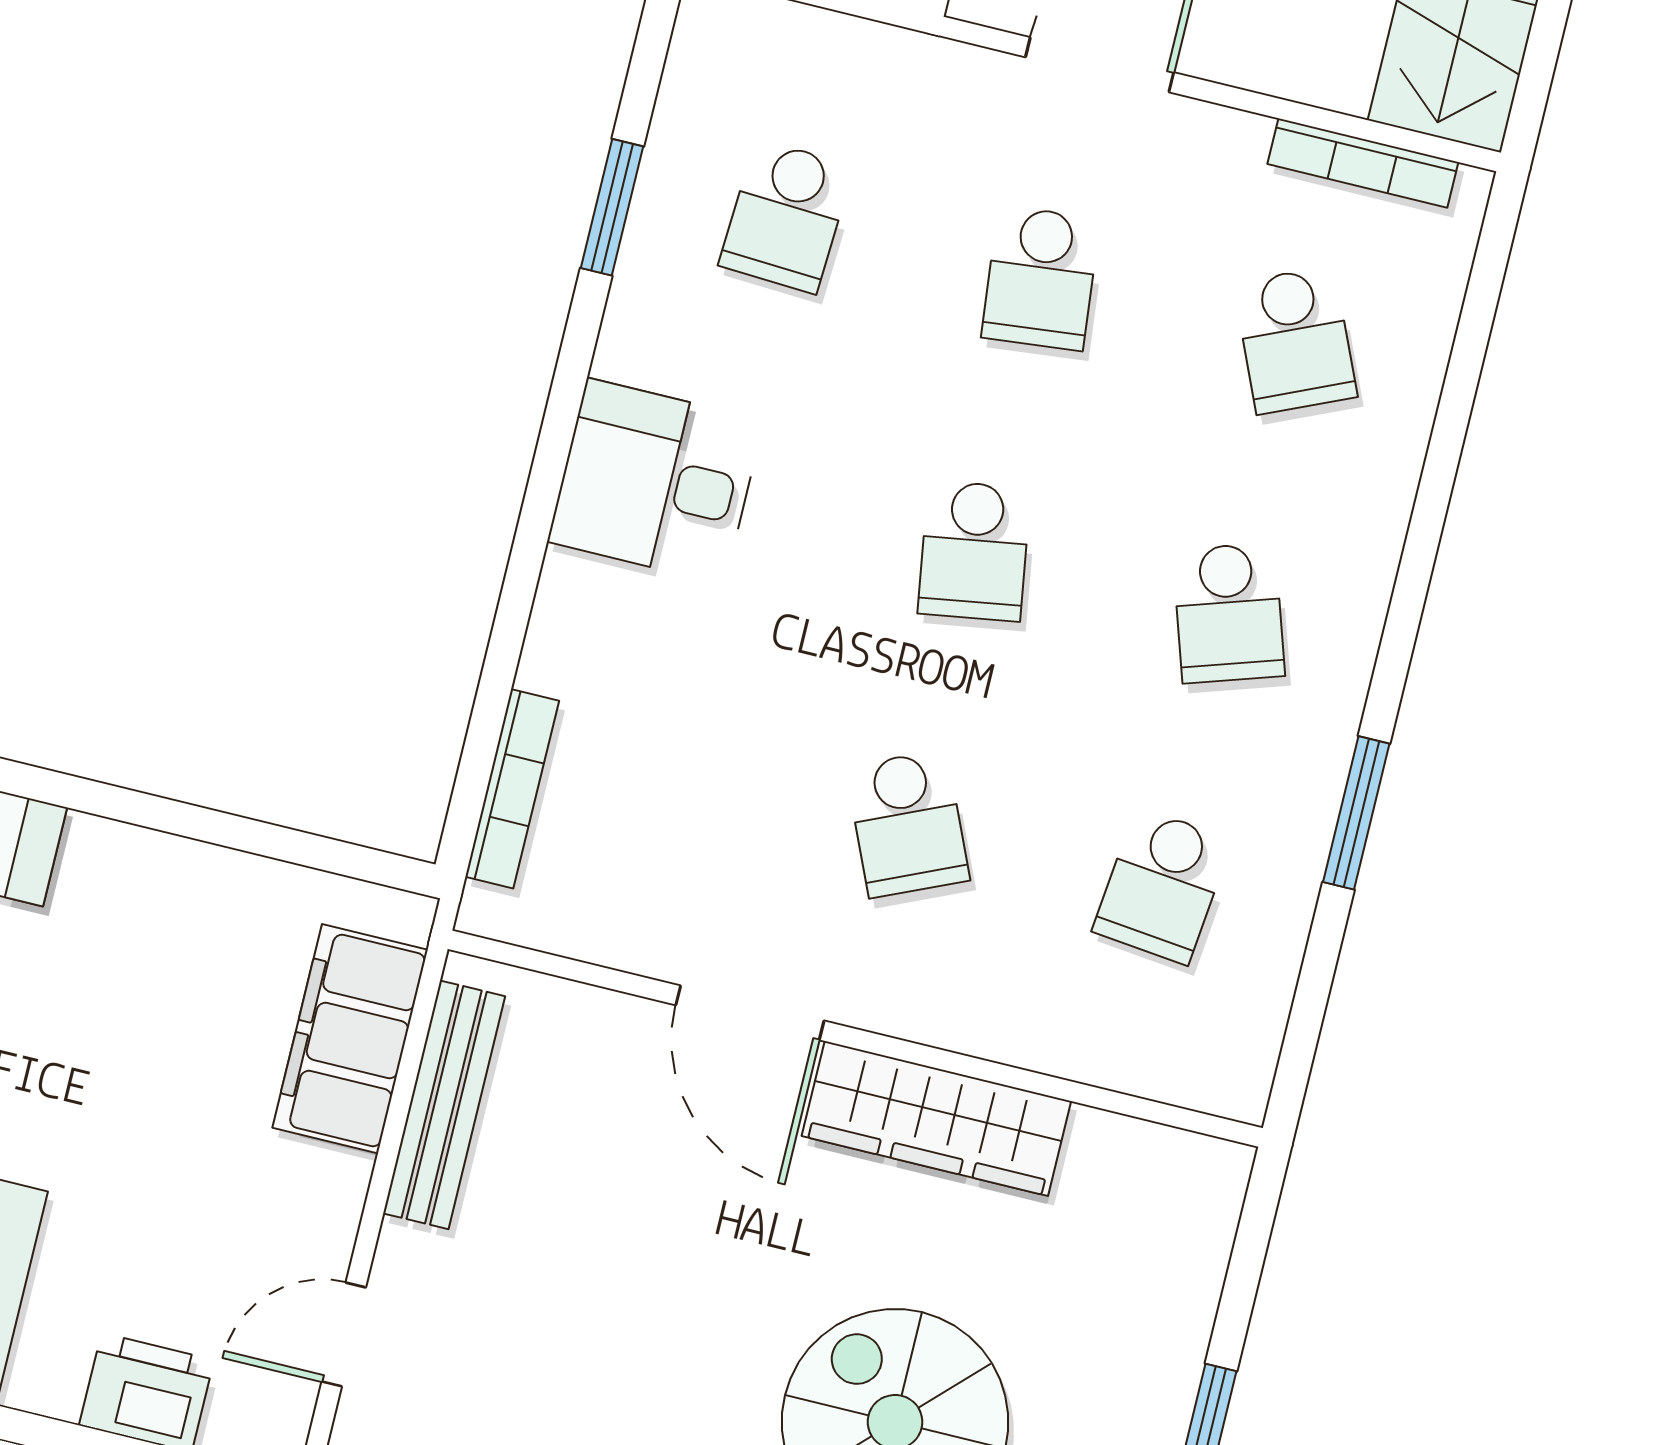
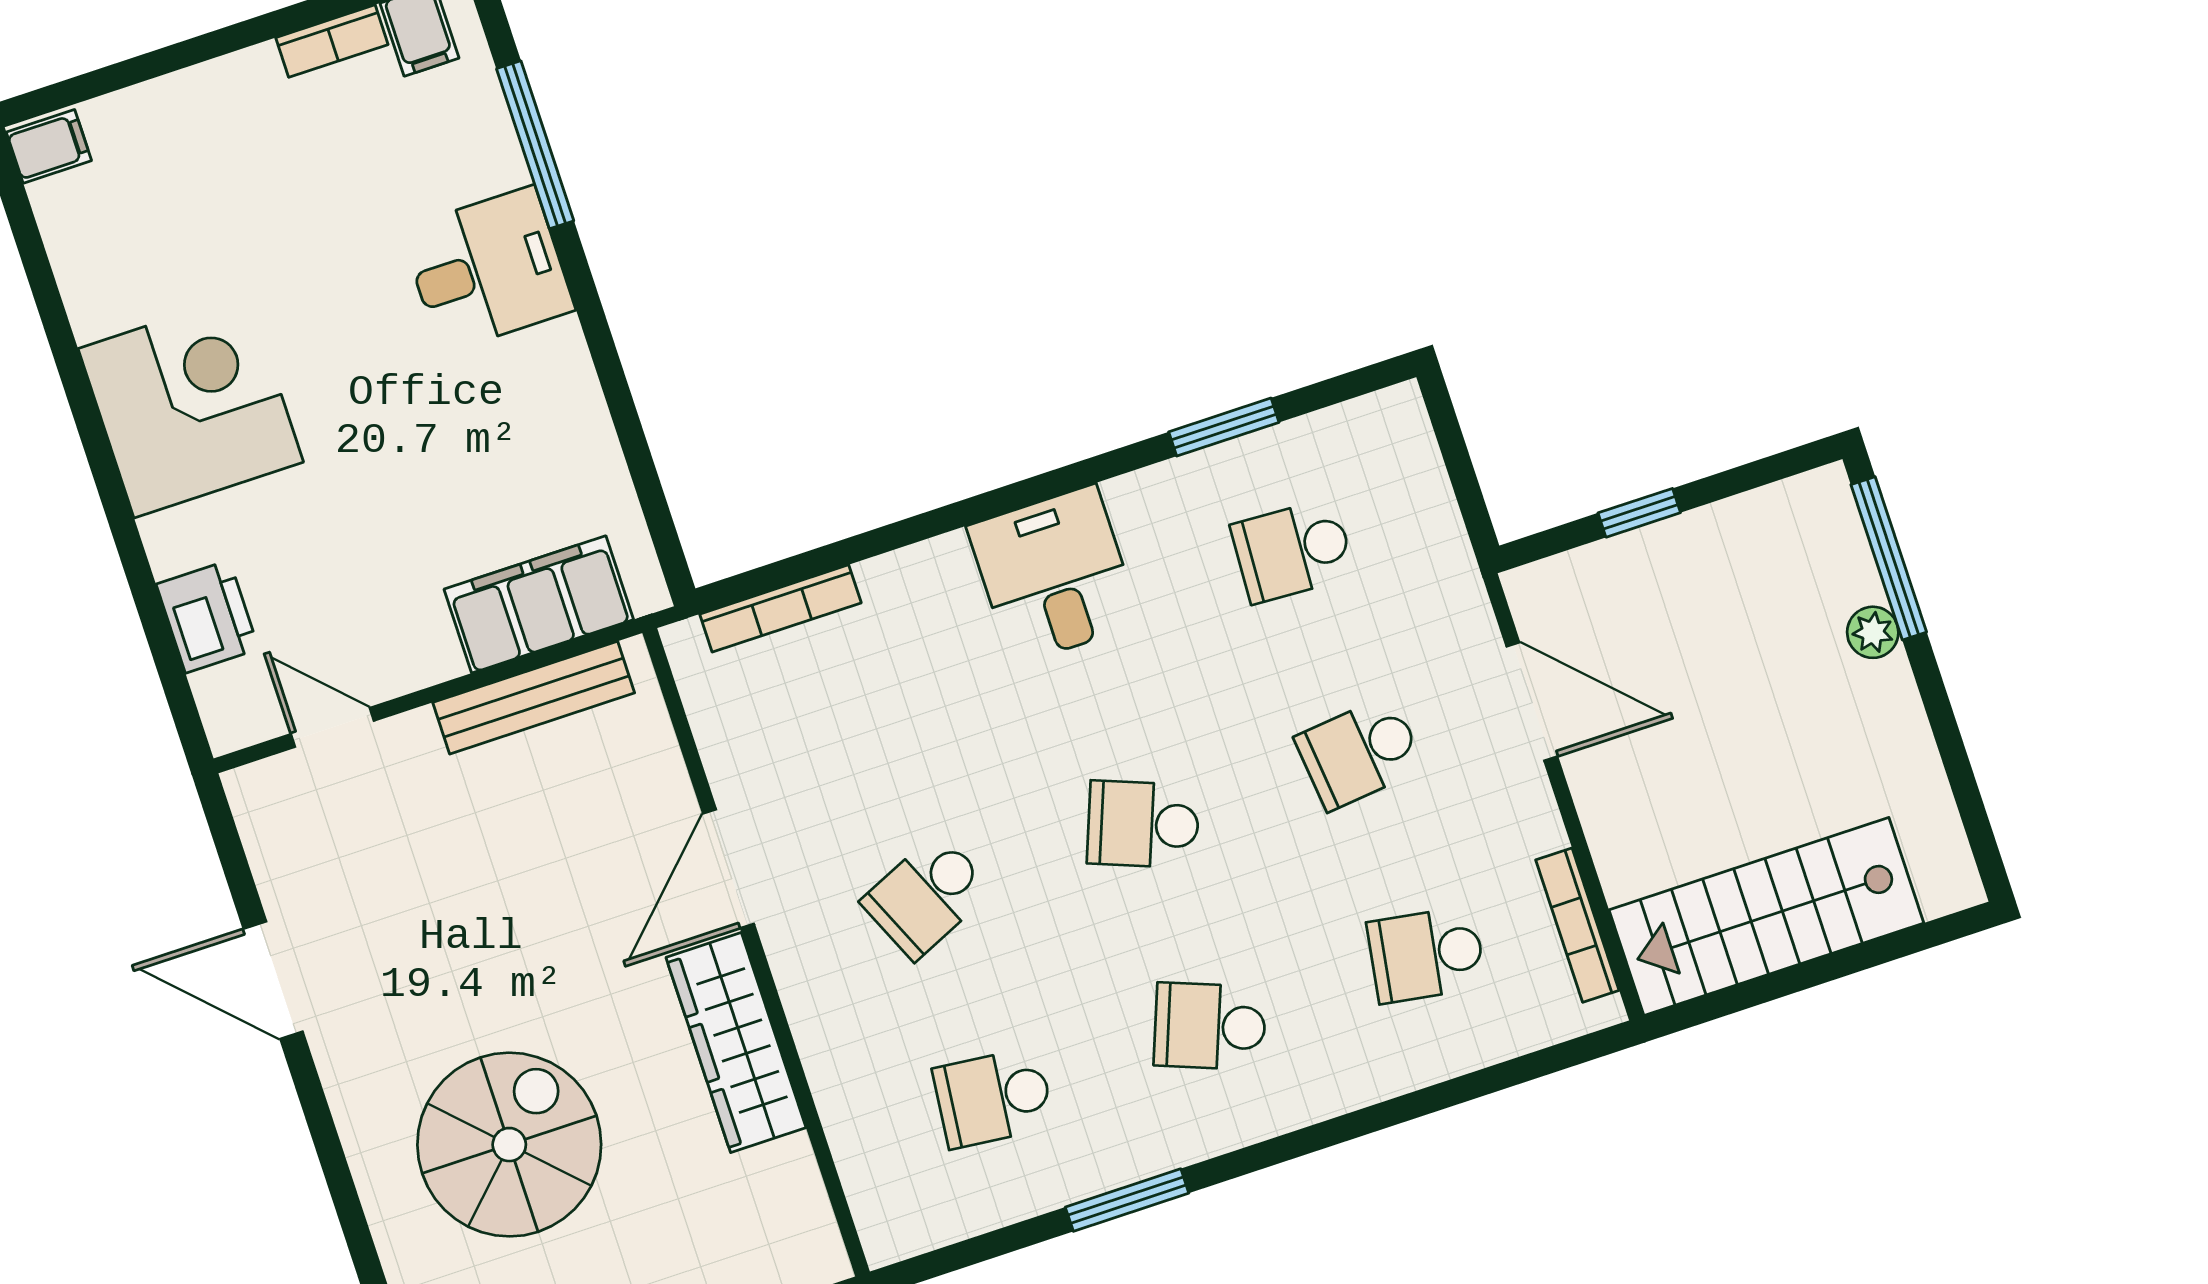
school desk: (1295, 340) -> (1426, 955), turned 33
school desk: (974, 551) -> (1143, 824), turned 30
school desk: (1229, 613) -> (1210, 1026), turned 39

